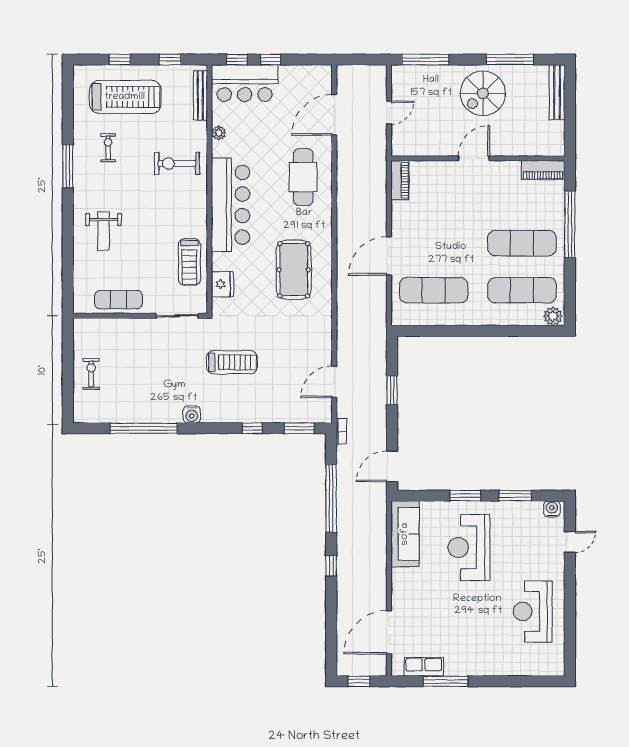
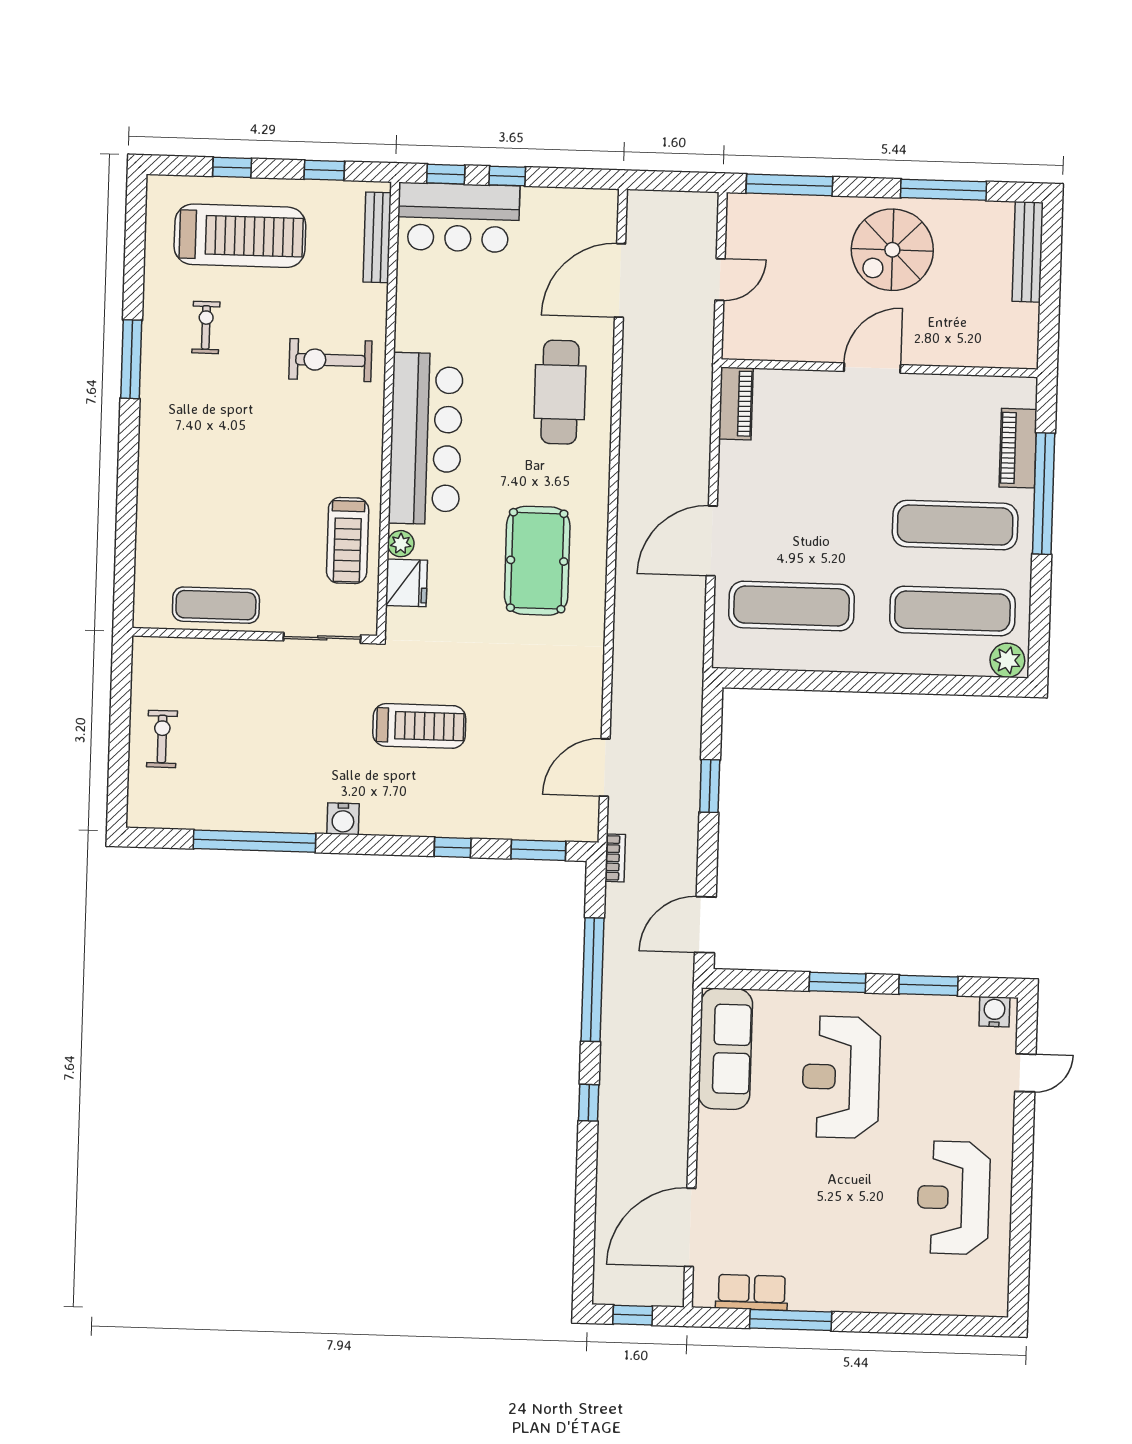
plant: (219, 133) -> (401, 544), moved
piano: (543, 170) -> (1018, 448), moved, turned 90
weight bench: (104, 231) -> (193, 479), removed

